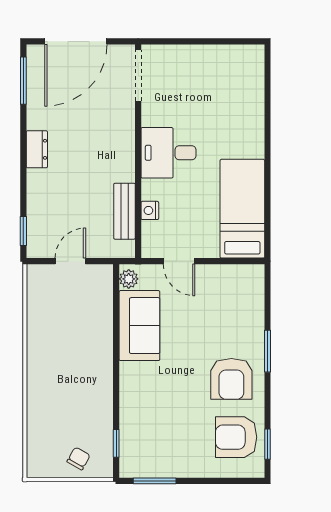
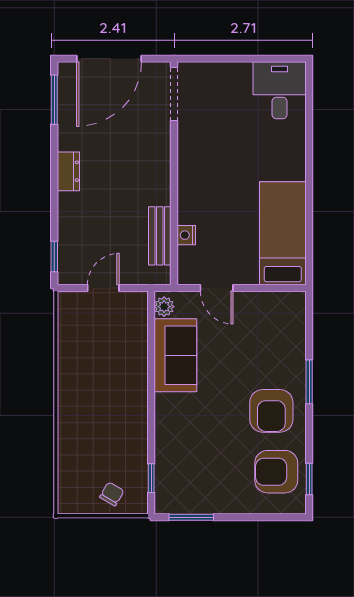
desk: (168, 153) -> (280, 90), moved, turned 90

